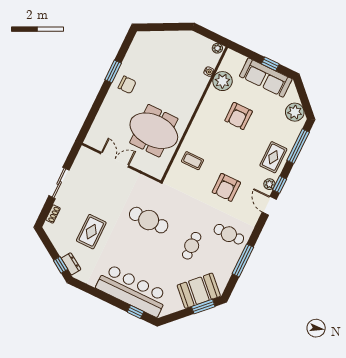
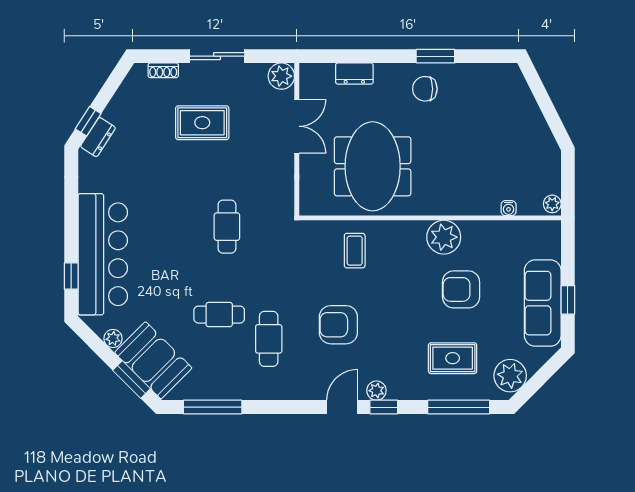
plant: (222, 81) -> (444, 237), moved
chair: (127, 85) -> (425, 89), turned 90
dresser: (102, 117) -> (354, 74), added
plant: (85, 155) -> (281, 76), added
rug: (273, 157) -> (453, 358), moved
cafe table: (149, 220) -> (227, 227), width x0.73, depth x0.74
rug: (91, 232) -> (202, 123), moved
cafe table: (229, 234) -> (269, 339), moved
window: (243, 260) -> (213, 407), moved
plant: (178, 306) -> (113, 339), added

